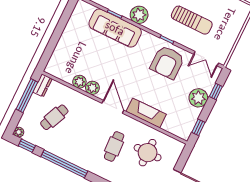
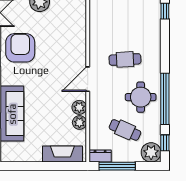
armchair: (167, 62) -> (20, 48), turned -90
fireplace: (146, 113) -> (62, 154), moved, turned 90
plant: (19, 132) -> (151, 152), width x1.87, depth x1.87
round table: (148, 153) -> (141, 97), moved

